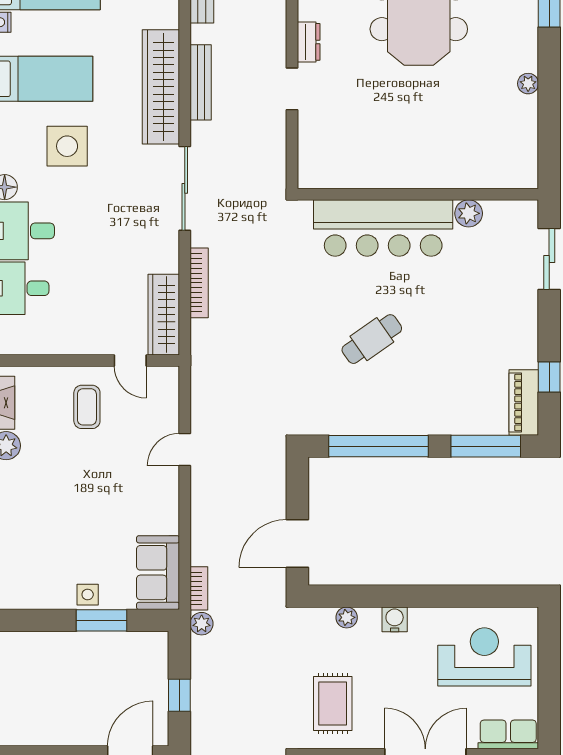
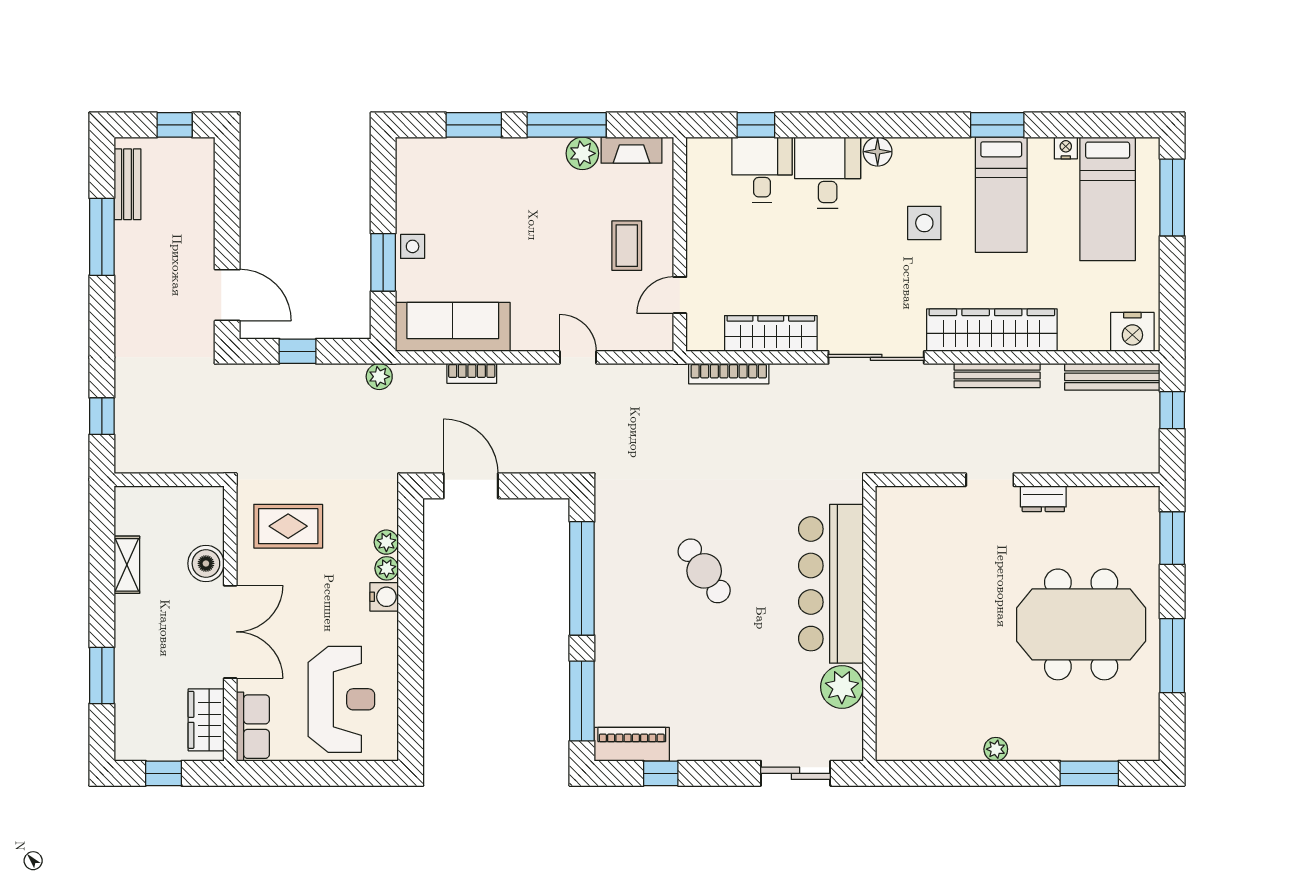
side table: (67, 146) -> (924, 223), width x0.73, depth x0.73
plant: (469, 213) -> (842, 687), width x1.36, depth x1.36
bookcase: (199, 283) -> (729, 374), moved
wardrobe: (164, 315) -> (771, 333), moved
coffee table: (87, 407) -> (627, 246), turned 90
sofa: (158, 573) -> (453, 327), width x1.36
bookcase: (199, 588) -> (472, 373), moved
plant: (370, 617) -> (387, 568), added

